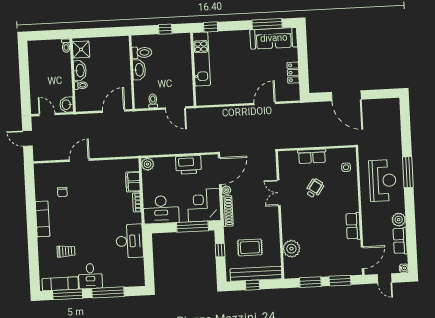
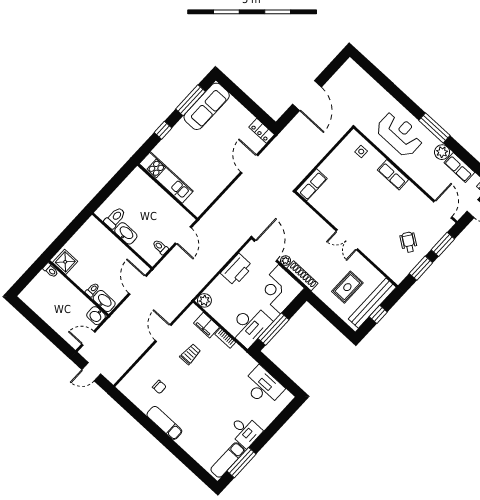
window: (211, 27) -> (163, 130), moved
window: (165, 29) -> (115, 182), removed
washbasin: (80, 71) -> (104, 301), moved
locker: (293, 73) -> (262, 131), moved
door: (346, 96) -> (307, 96), hinge flipped
door: (175, 108) -> (183, 235), hinge flipped
row of seats: (312, 156) -> (312, 185), moved
door: (79, 160) -> (163, 333), moved
window: (408, 172) -> (434, 128), moved
wheelchair: (315, 188) -> (409, 242), moved
double door: (279, 193) -> (347, 240), moved
row of seats: (353, 226) -> (393, 175), moved
window: (192, 227) -> (274, 329), moved
desk: (130, 241) -> (263, 387), moved
plant: (291, 249) -> (381, 256), removed
window: (220, 250) -> (326, 312), removed
trolley: (66, 251) -> (190, 354), moved
window: (108, 292) -> (271, 430), removed

